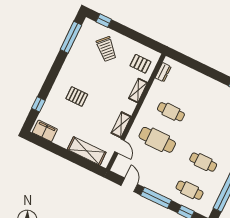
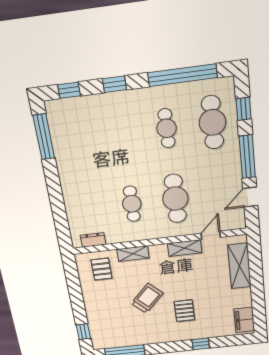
trolley: (106, 49) -> (147, 298), moved
window: (38, 104) -> (201, 344), moved
cafe table: (190, 190) -> (212, 122), width x1.37, depth x1.35

